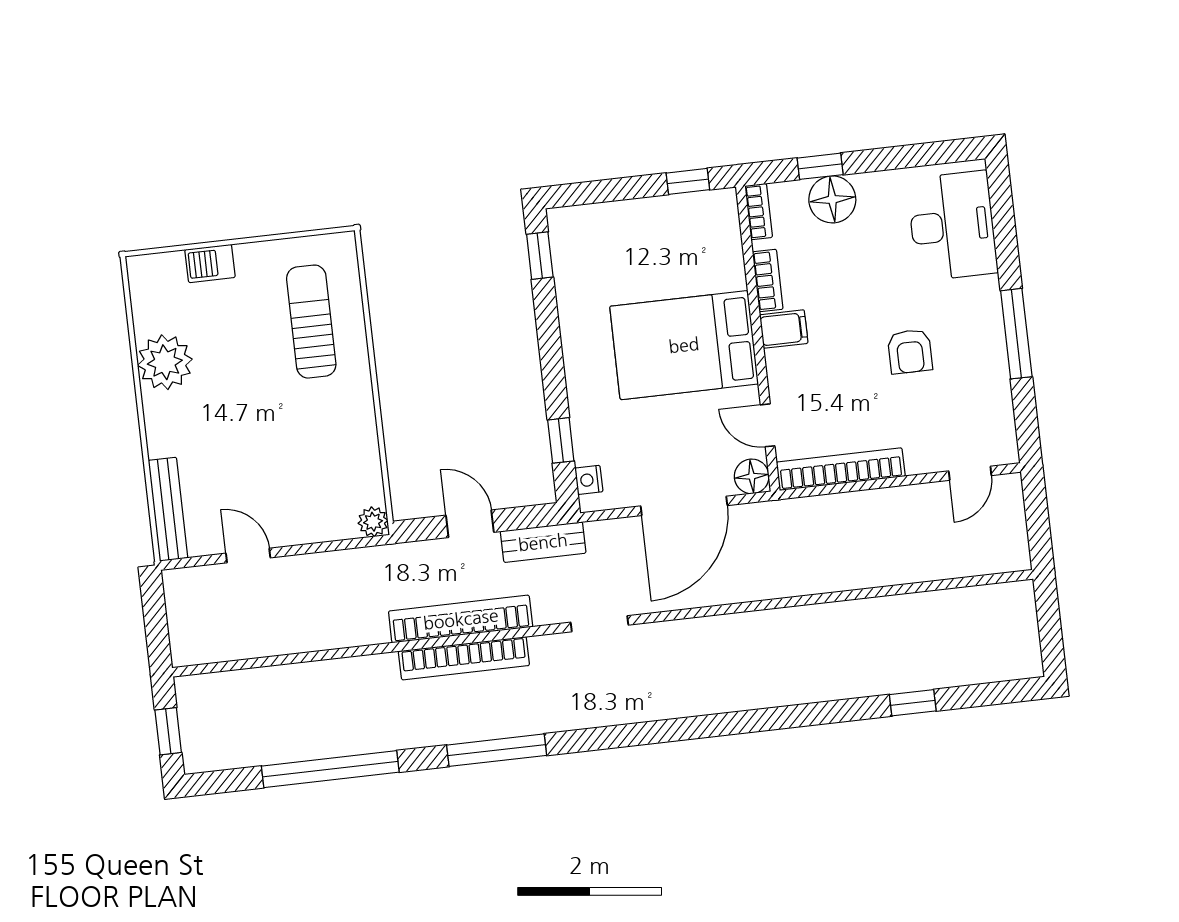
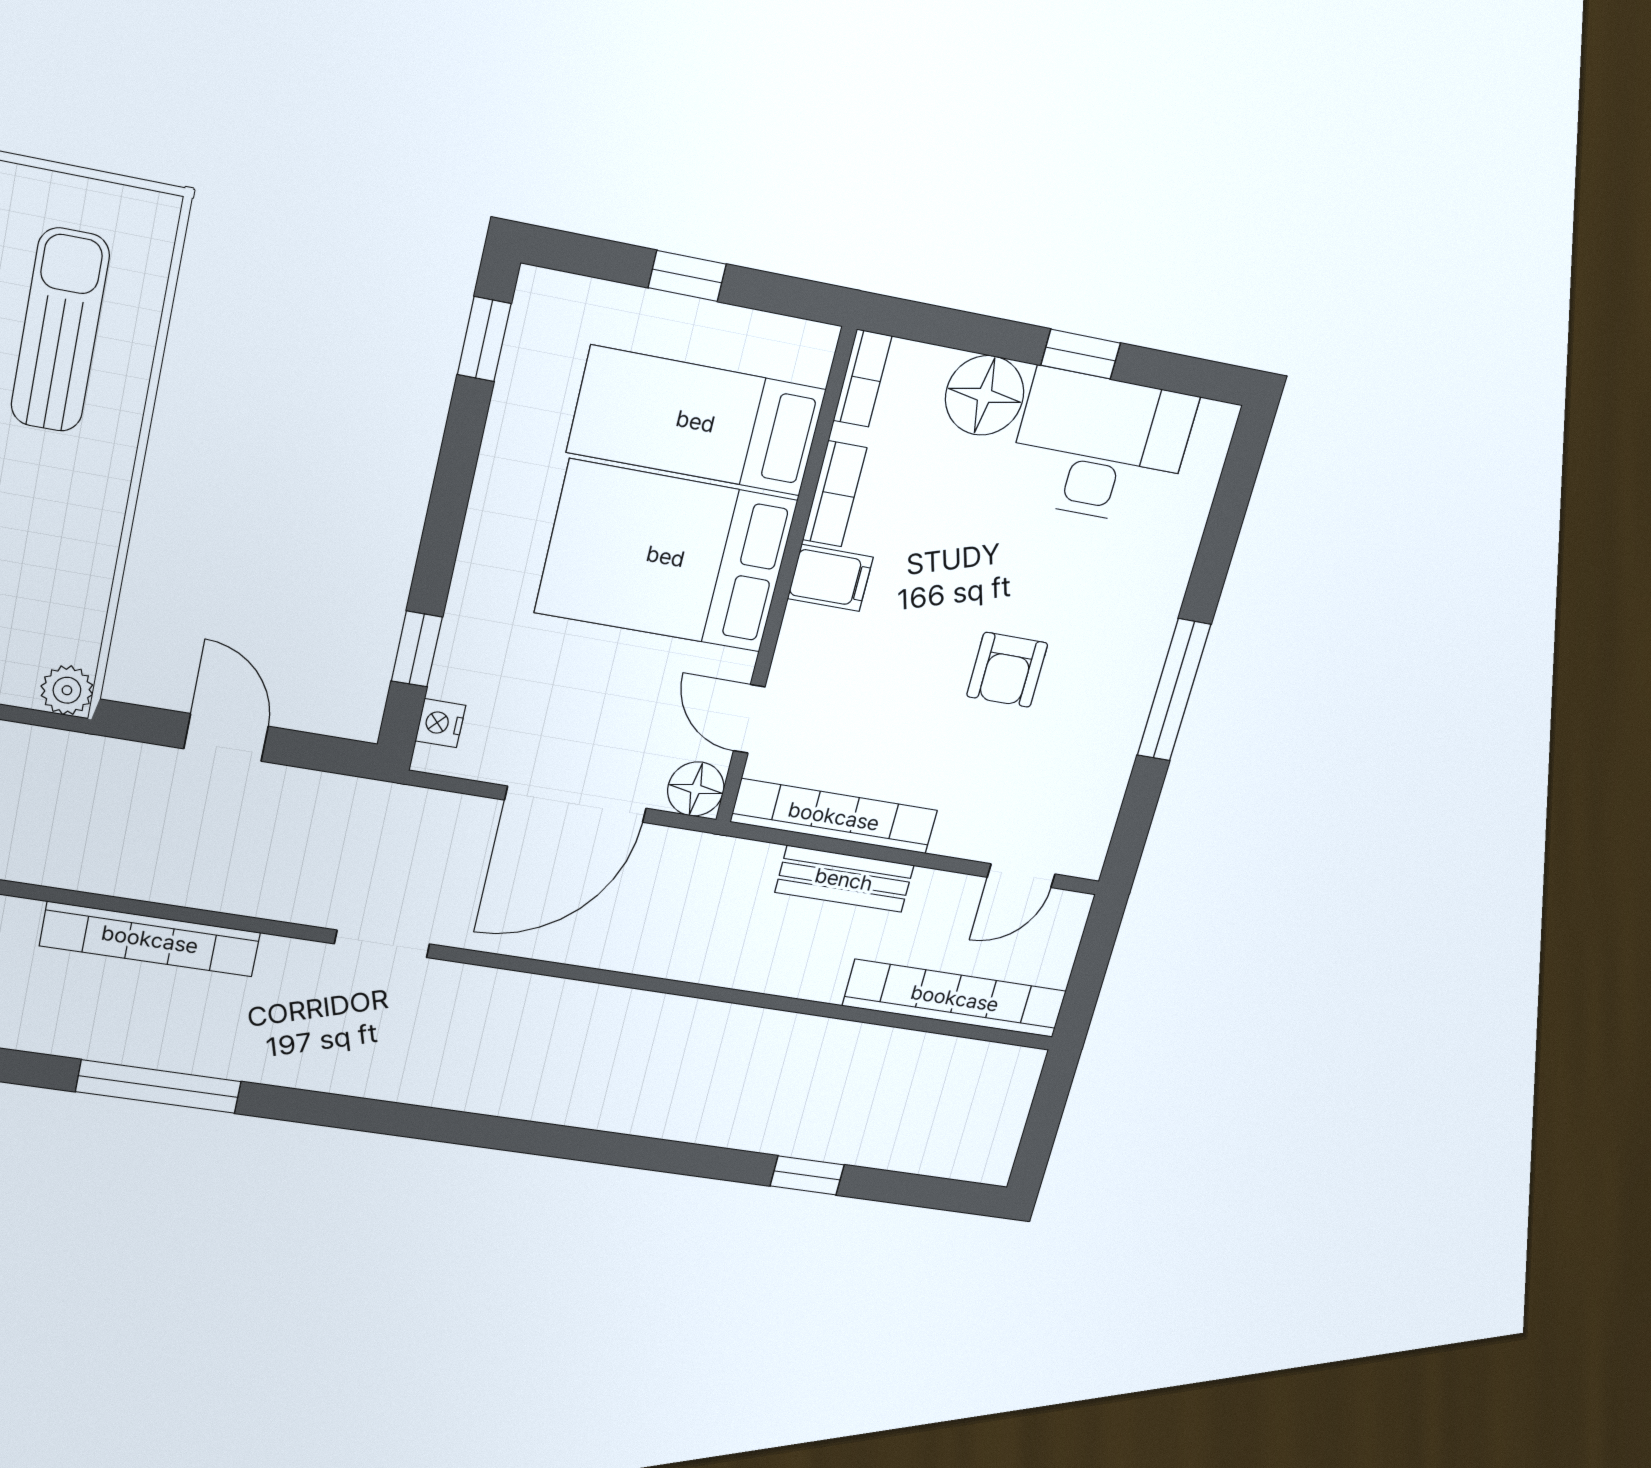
window: (820, 166) -> (1081, 354), moved
window: (688, 181) -> (687, 276), moved
desk: (952, 226) -> (1100, 448), moved, turned -90
bed: (673, 264) -> (696, 421), added
bench: (543, 542) -> (844, 879), moved
bookcase: (461, 619) -> (955, 998), moved

